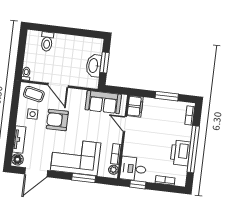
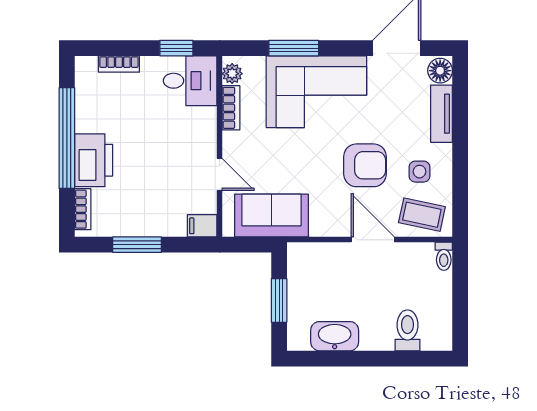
washbasin: (94, 66) -> (335, 336), moved, turned -90
filing cabinet: (135, 106) -> (202, 226), width x0.50
printer: (180, 153) -> (94, 160), moved

